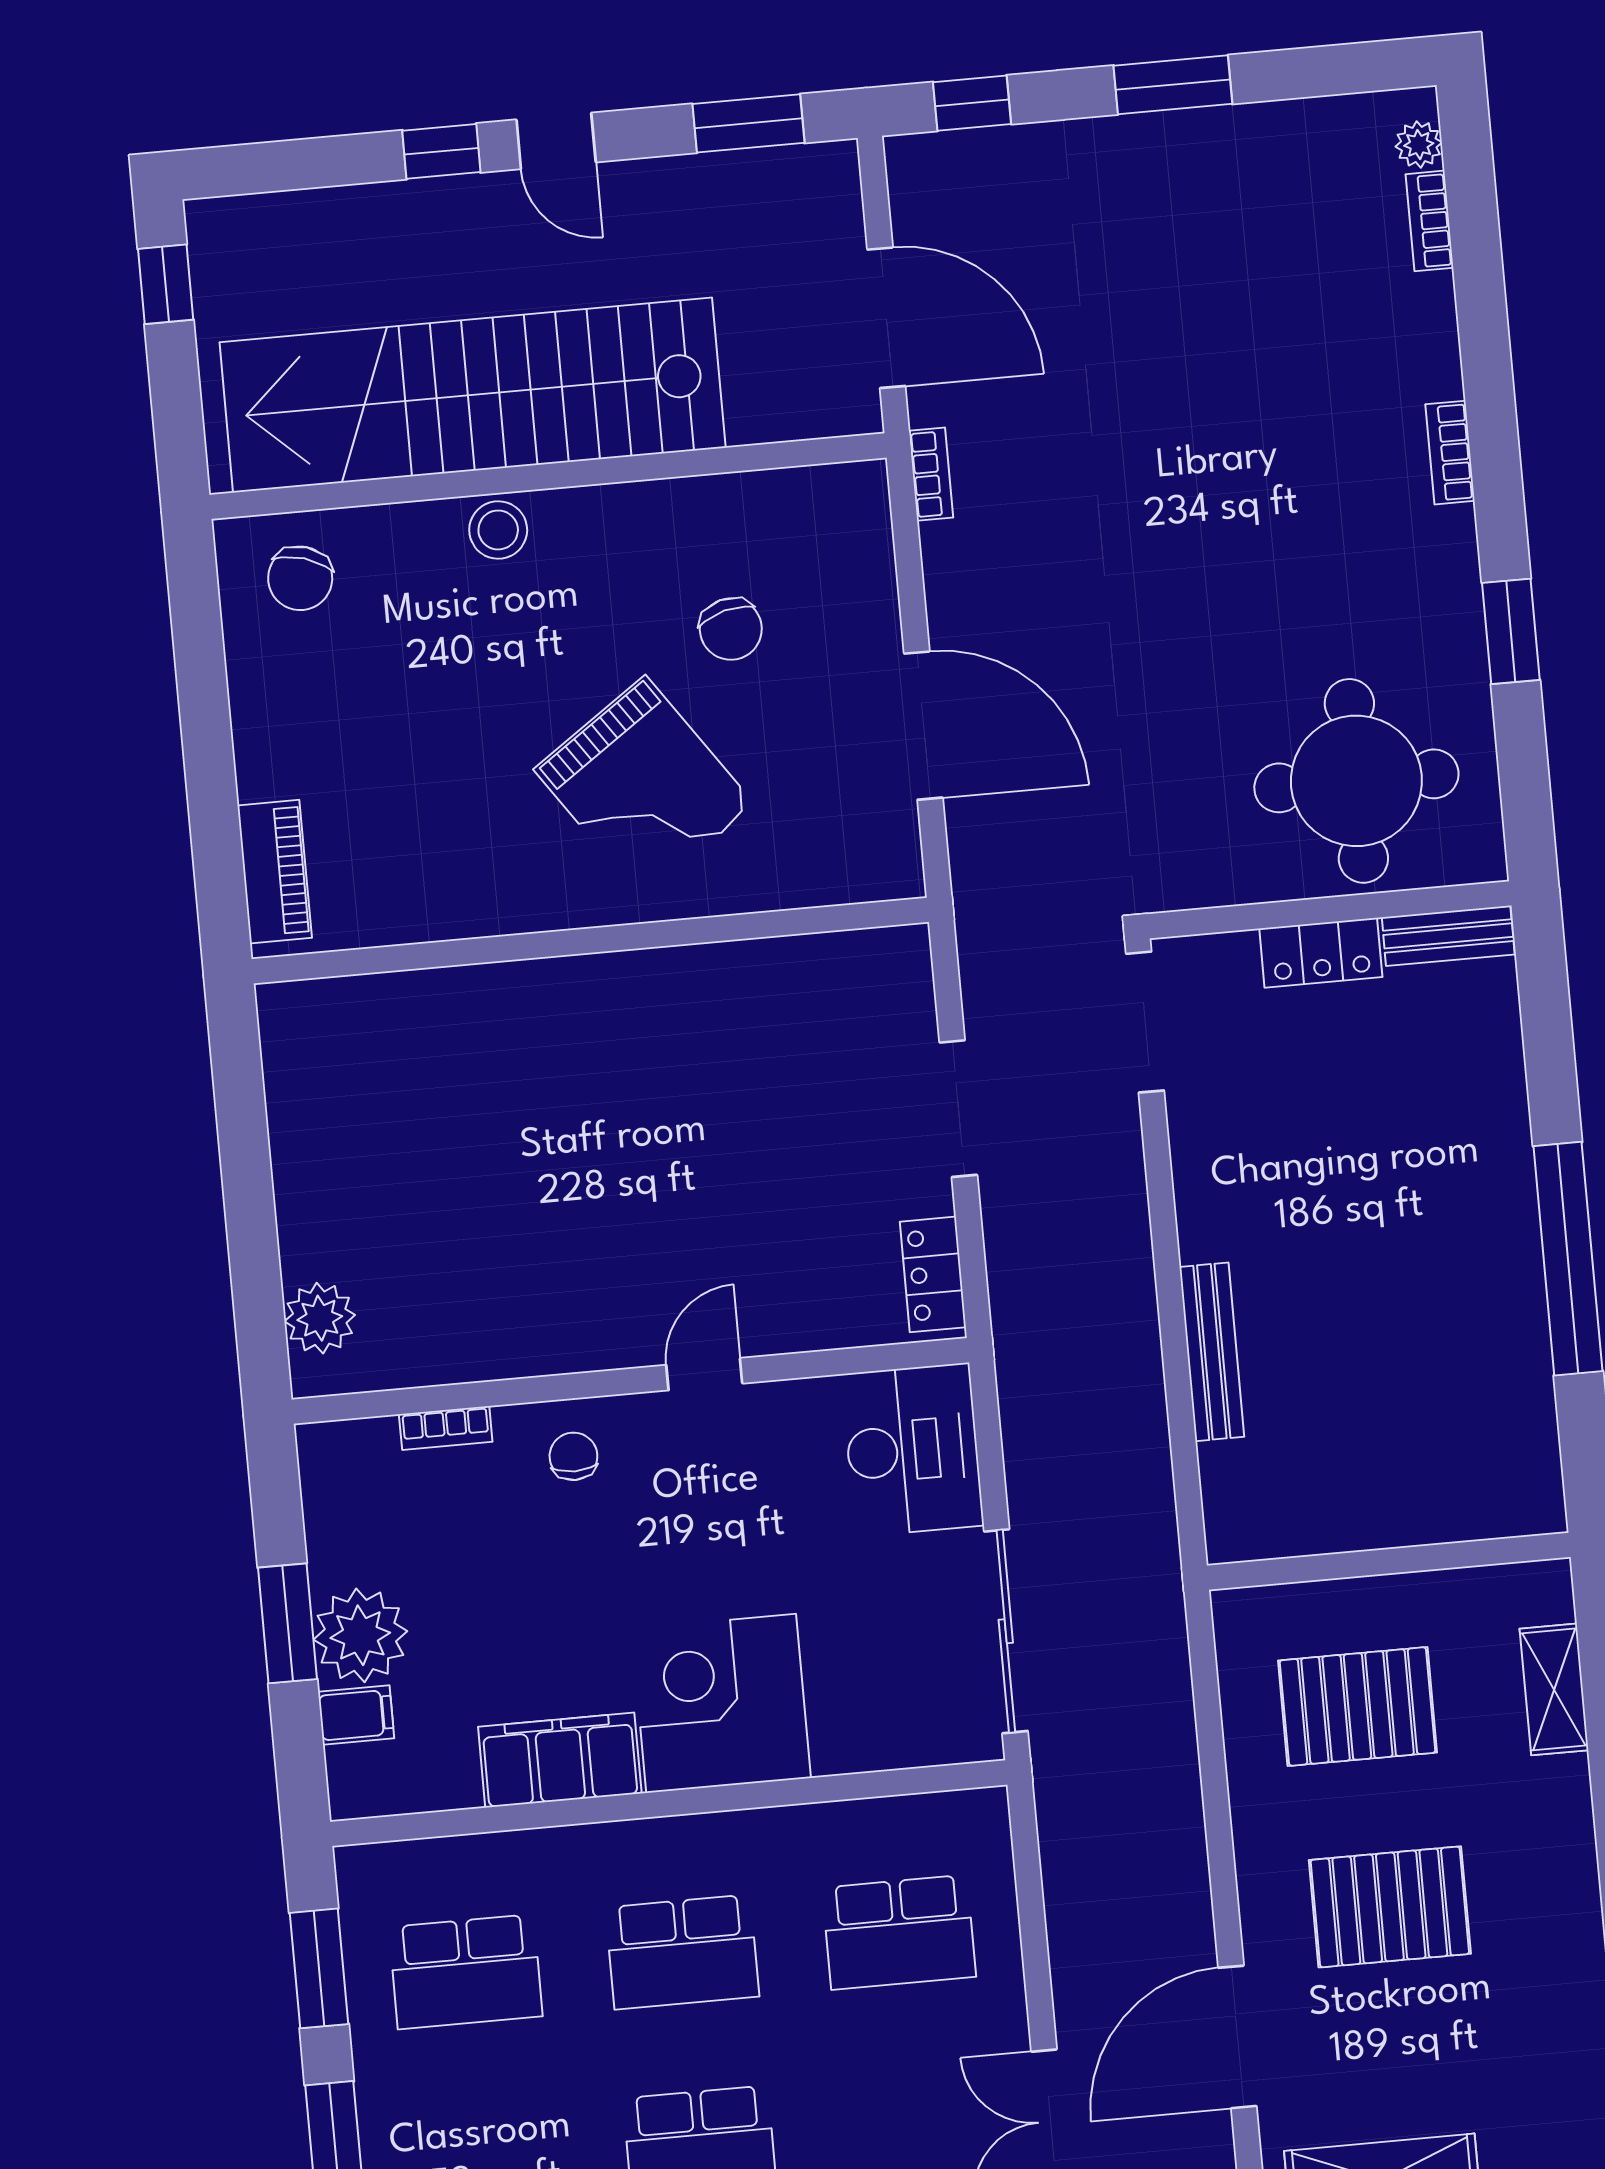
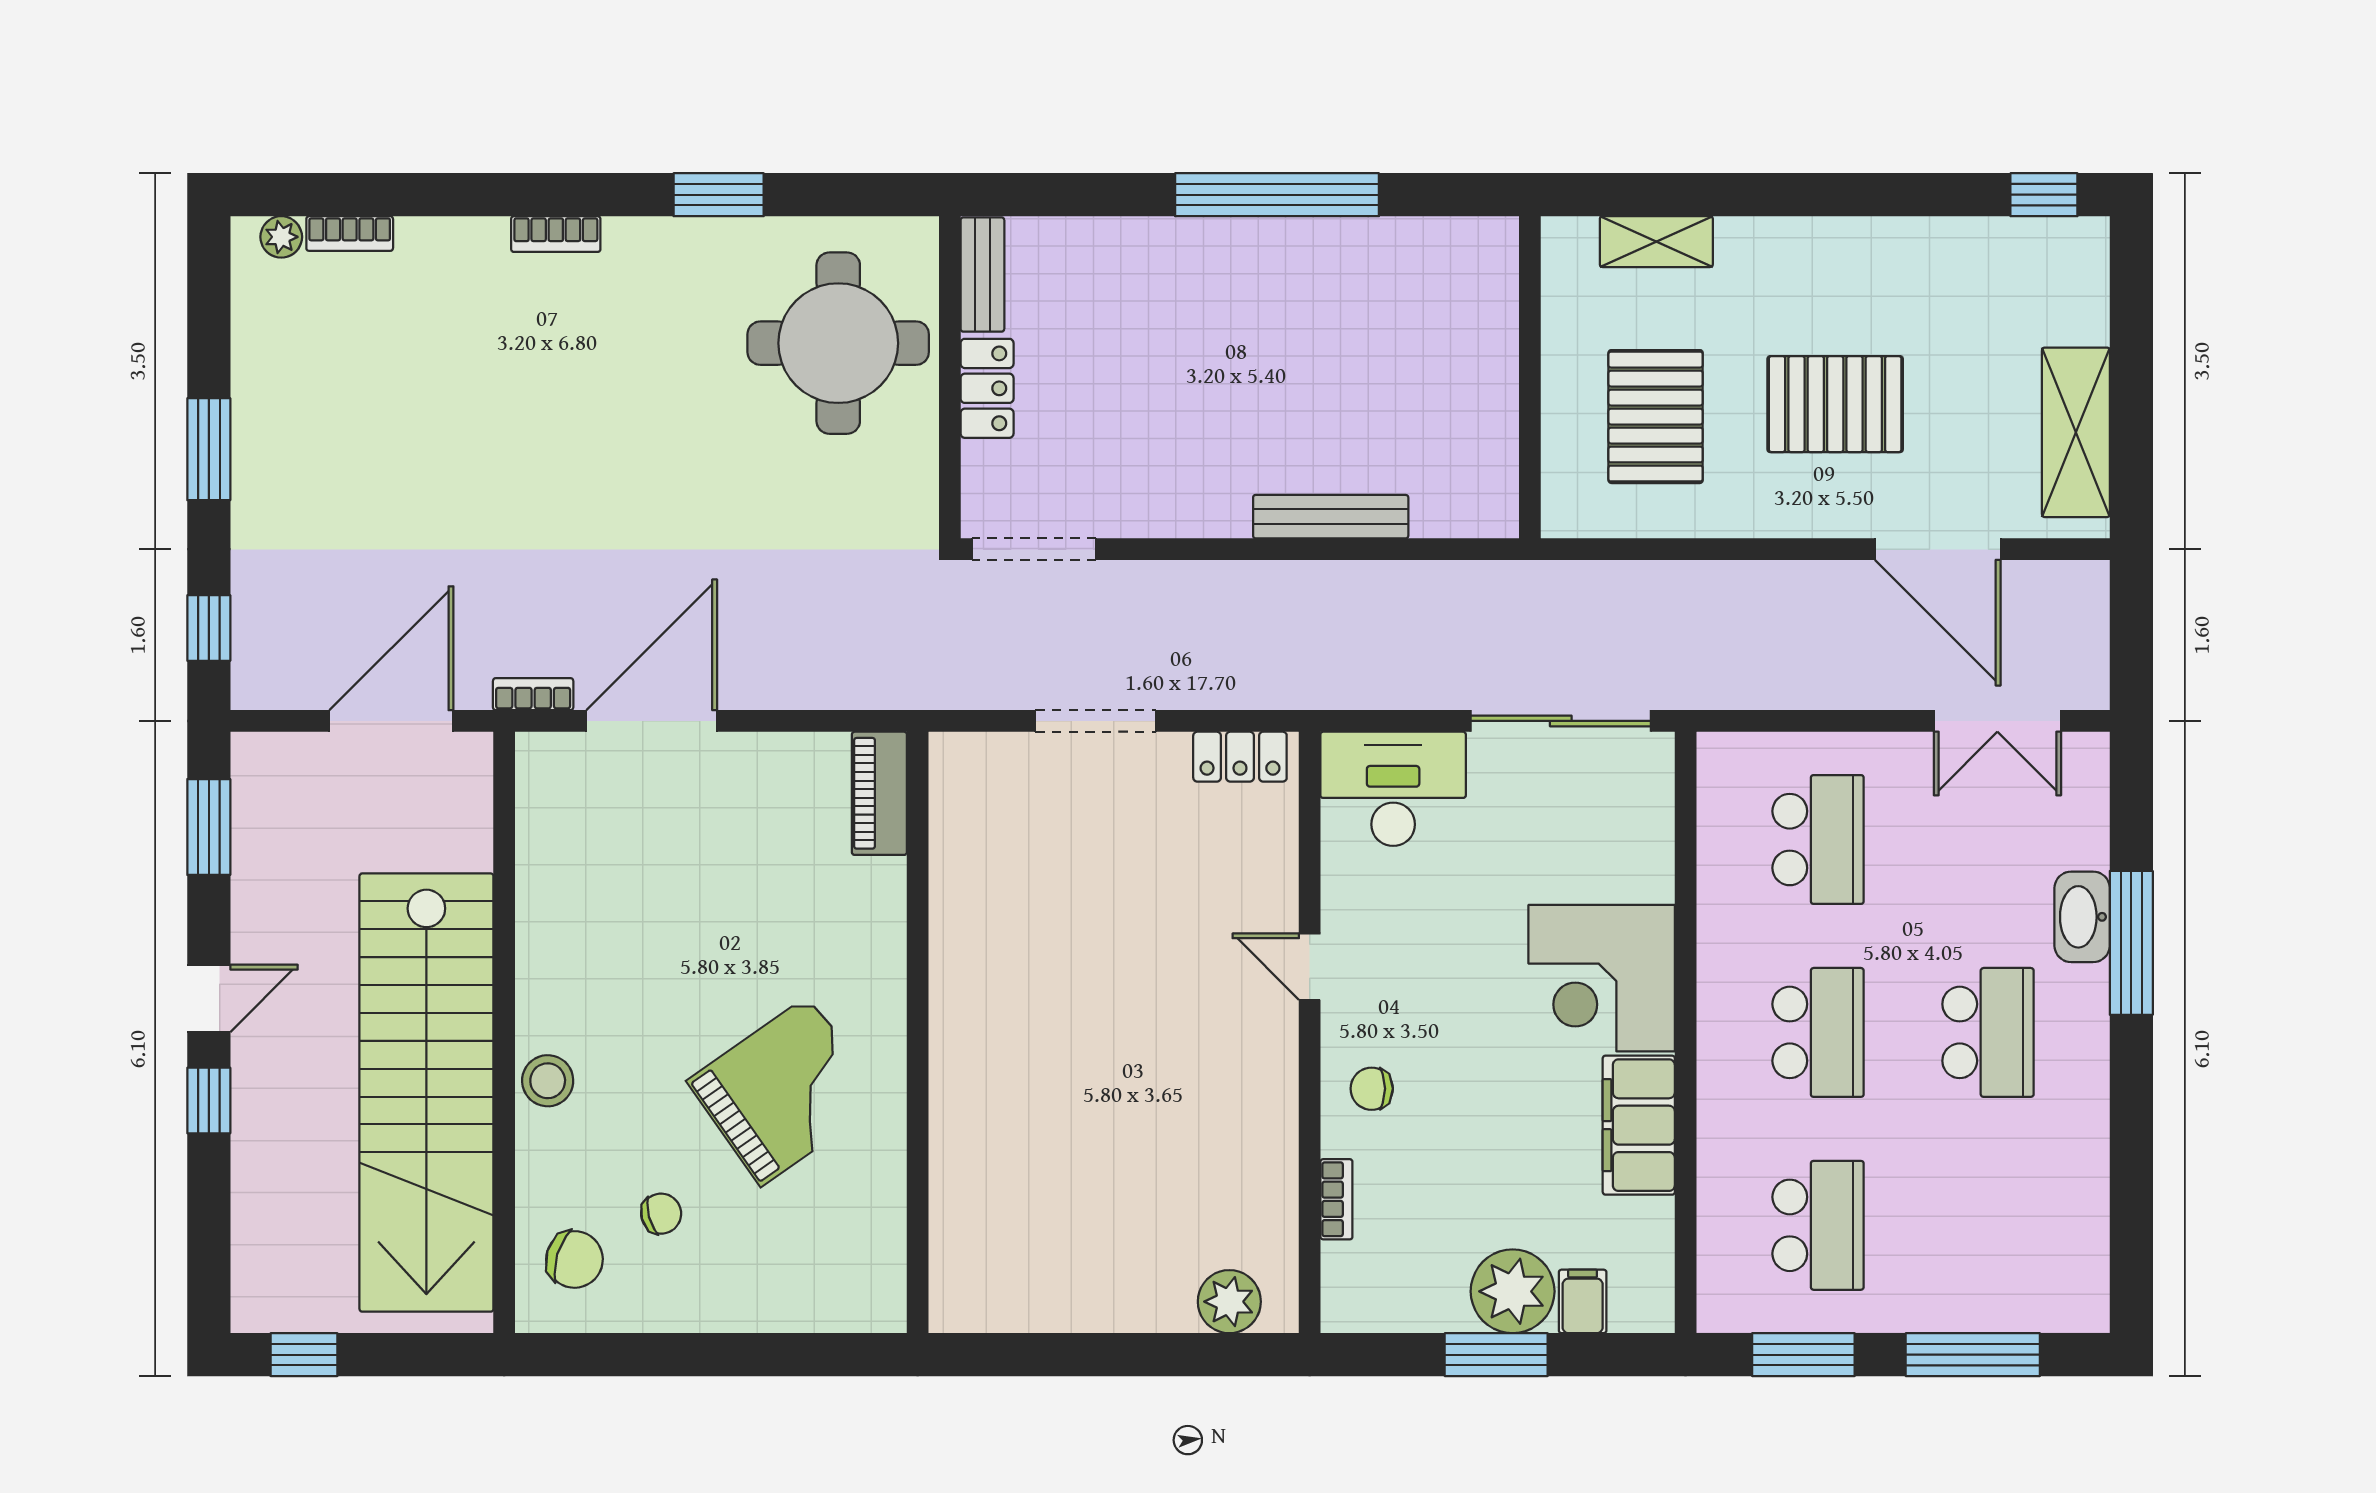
chair: (731, 629) -> (661, 1214), moved, width x0.73, depth x0.73
door: (923, 726) -> (652, 721), moved
grand piano: (644, 787) -> (785, 1091), moved
piano: (275, 872) -> (879, 793), moved, turned -90
pallet: (1390, 1907) -> (1835, 404), turned 90

